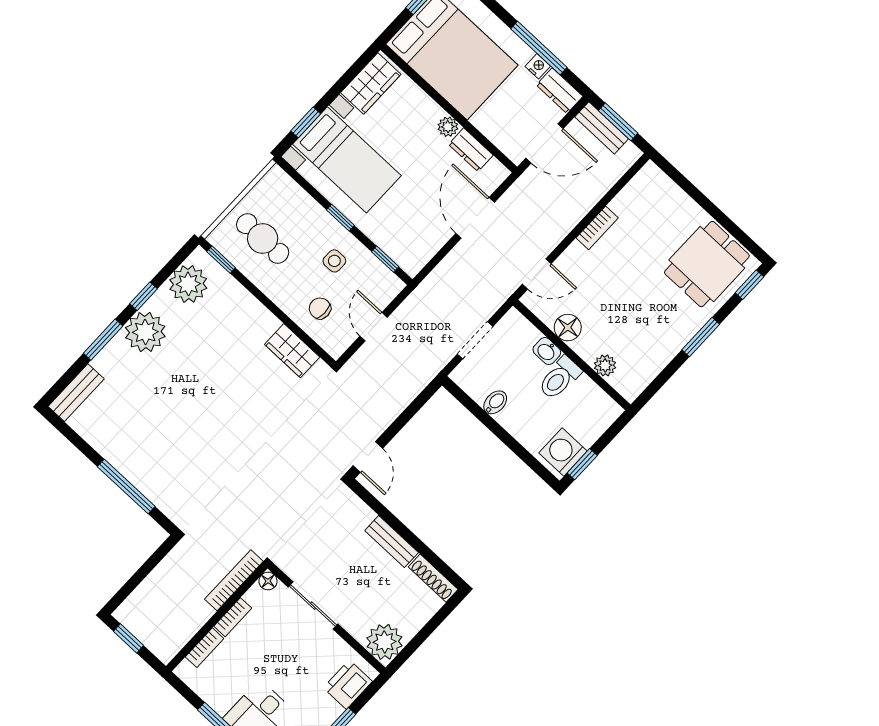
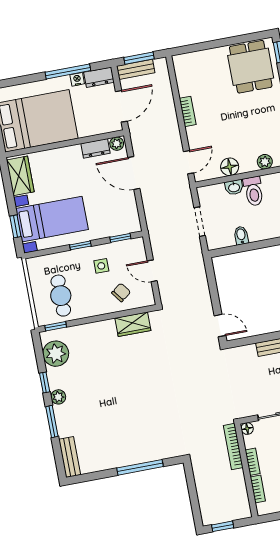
plant: (448, 127) -> (117, 144), moved
cafe table: (263, 239) -> (61, 296), turned 90
chair: (320, 308) -> (121, 292), turned 143
plant: (145, 332) -> (58, 397), width x0.53, depth x0.53

